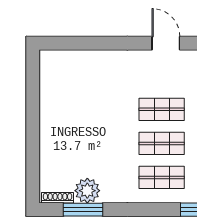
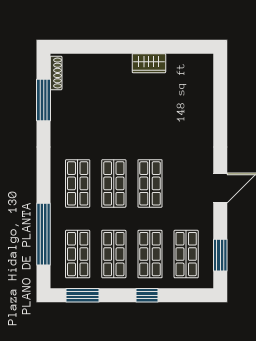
wardrobe: (48, 110) -> (149, 63), added
plant: (87, 191) -> (64, 105), removed

